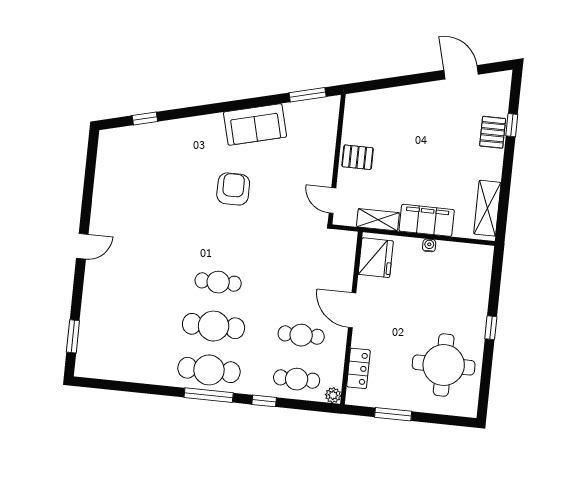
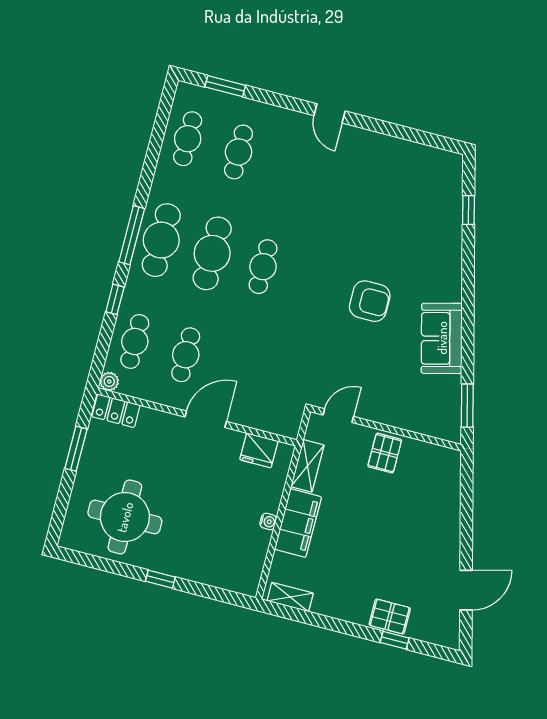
shelving: (487, 208) -> (290, 597), width x0.67, depth x0.75
fridge: (376, 258) -> (259, 450), width x0.73, depth x0.75
cafe table: (126, 317) -> (239, 152), added
cafe table: (121, 361) -> (188, 139), added
locker: (358, 368) -> (116, 411), moved

